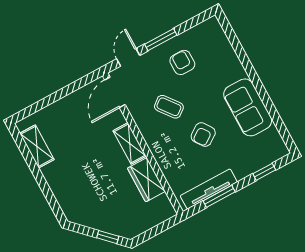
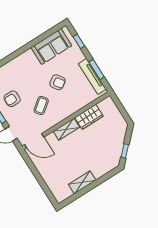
sofa: (248, 107) -> (51, 47), moved
shelving: (37, 146) -> (82, 182), moved
window: (108, 237) -> (125, 151), moved

